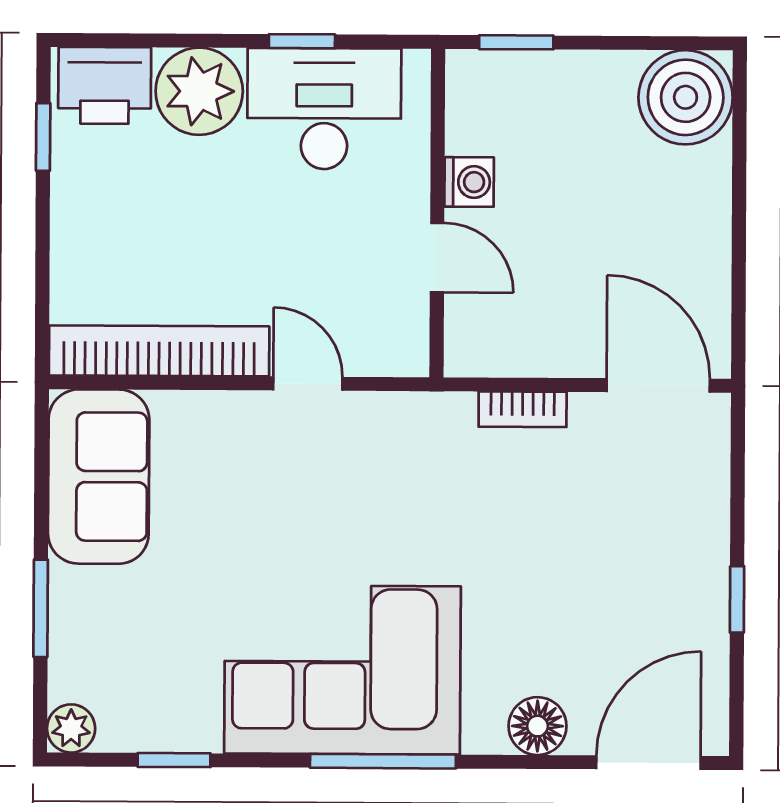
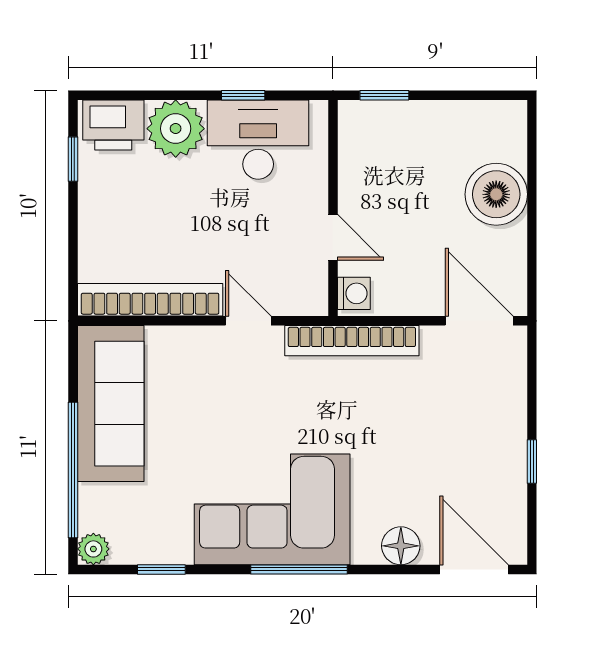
boiler: (686, 97) -> (496, 194), moved
washing machine: (469, 182) -> (354, 293), moved
bookcase: (523, 409) -> (352, 341), width x2.31, depth x1.31
sofa: (99, 477) -> (111, 404), width x1.36
window: (41, 608) -> (73, 470), width x2.11
door: (648, 763) -> (474, 569), hinge flipped

